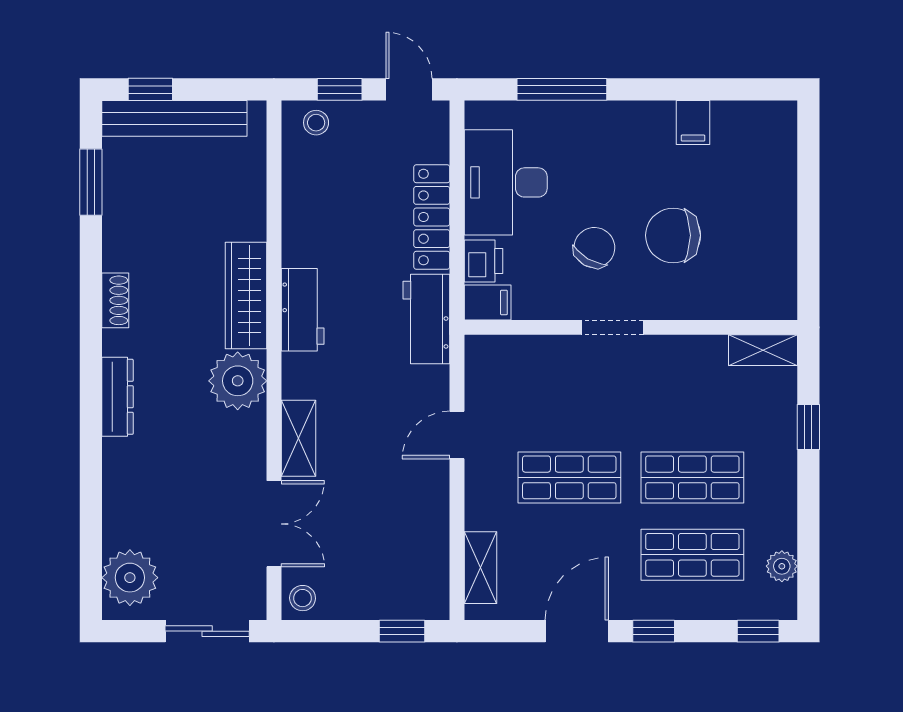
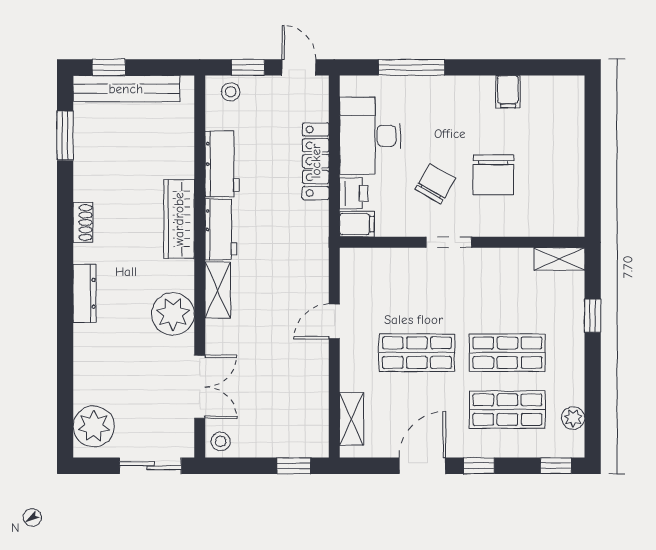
chair: (673, 235) -> (493, 175), turned -90
workbench: (426, 319) -> (222, 164), moved, turned 180
plant: (238, 381) -> (173, 314), moved
shelving: (298, 438) -> (218, 290), moved

